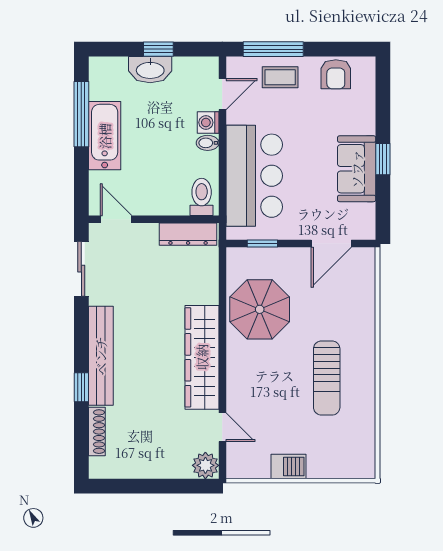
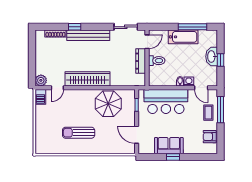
toilet: (202, 197) -> (157, 61), moved
dresser: (188, 234) -> (141, 61), moved
barbecue: (288, 466) -> (40, 97), moved

